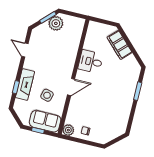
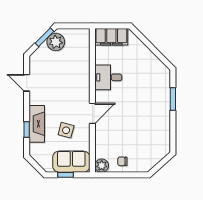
filing cabinet: (120, 45) -> (111, 37), moved, turned -45

